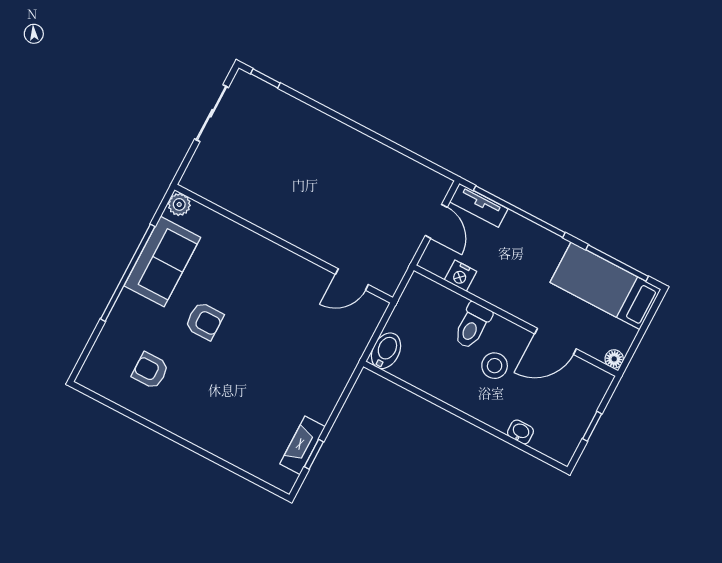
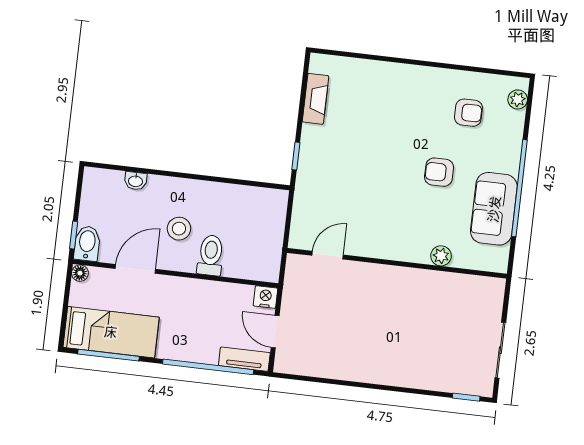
plant: (179, 204) -> (441, 256), moved
nightstand: (460, 276) -> (265, 297), moved
bidet: (386, 351) -> (87, 243), moved, turned 180
plant: (95, 365) -> (518, 99), added
window: (592, 426) -> (74, 235), moved
window: (314, 454) -> (296, 156), moved

